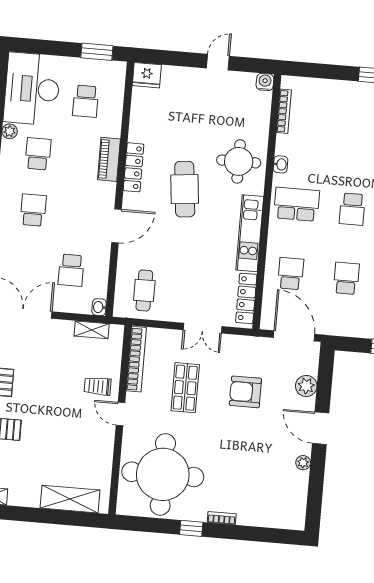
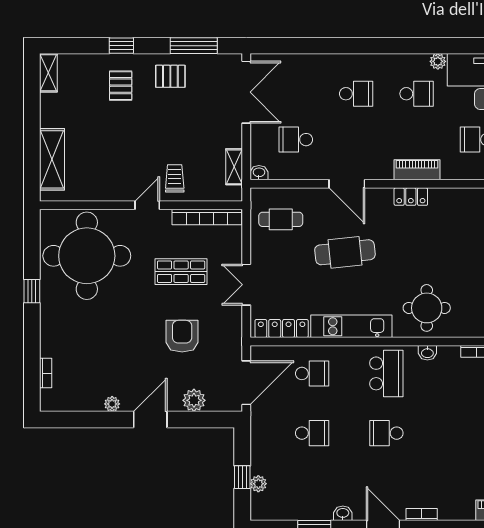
locker: (134, 167) -> (411, 197), width x0.66
cafe table: (185, 189) -> (345, 252), moved
bookcase: (222, 518) -> (46, 373), moved

